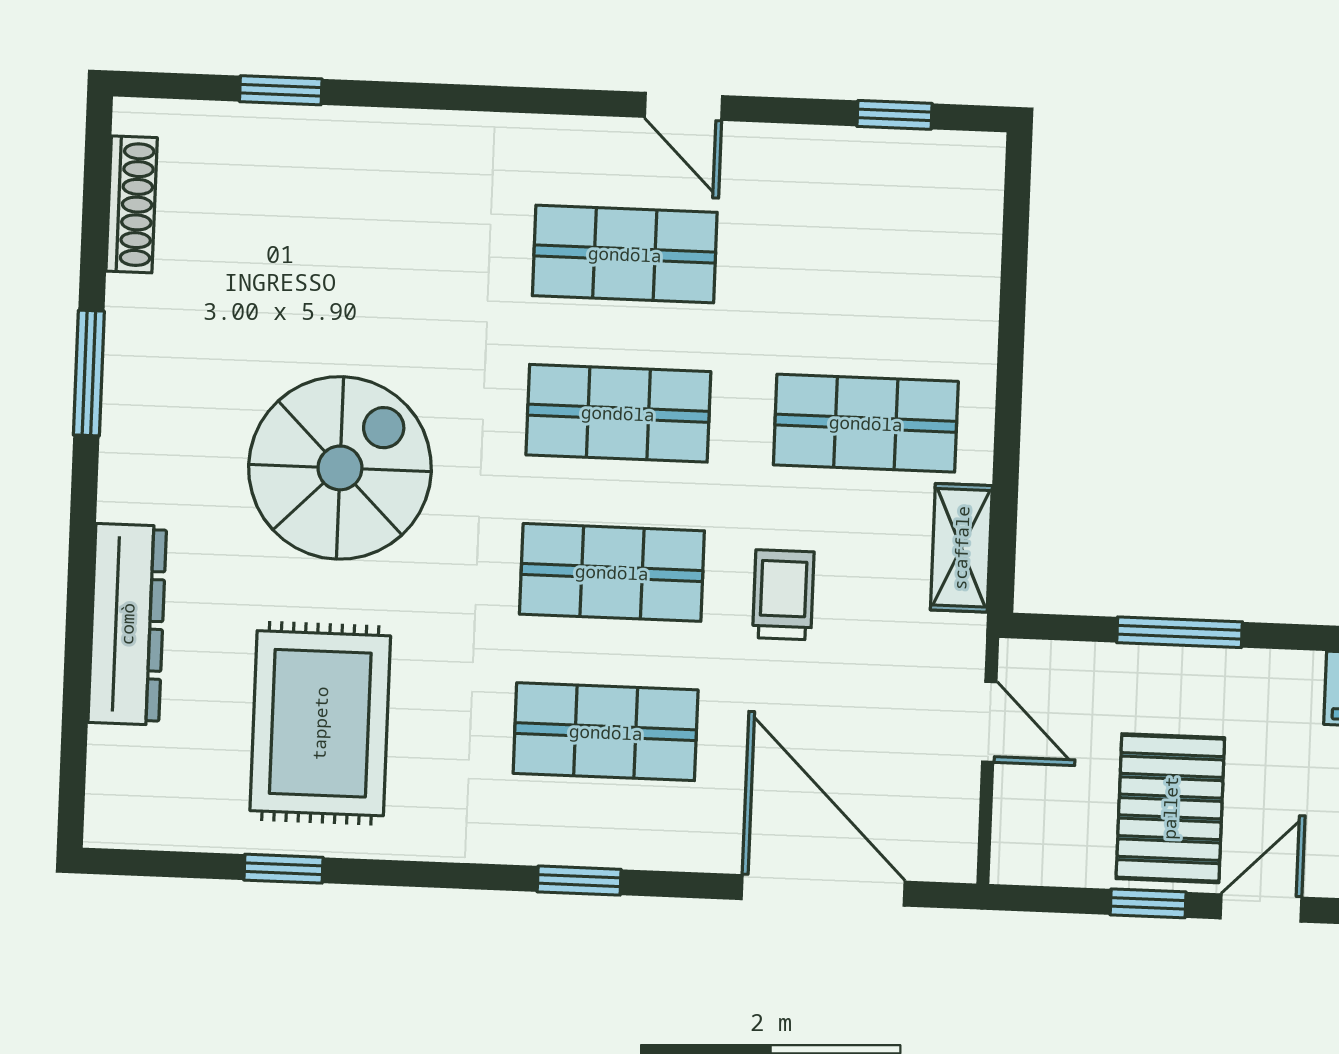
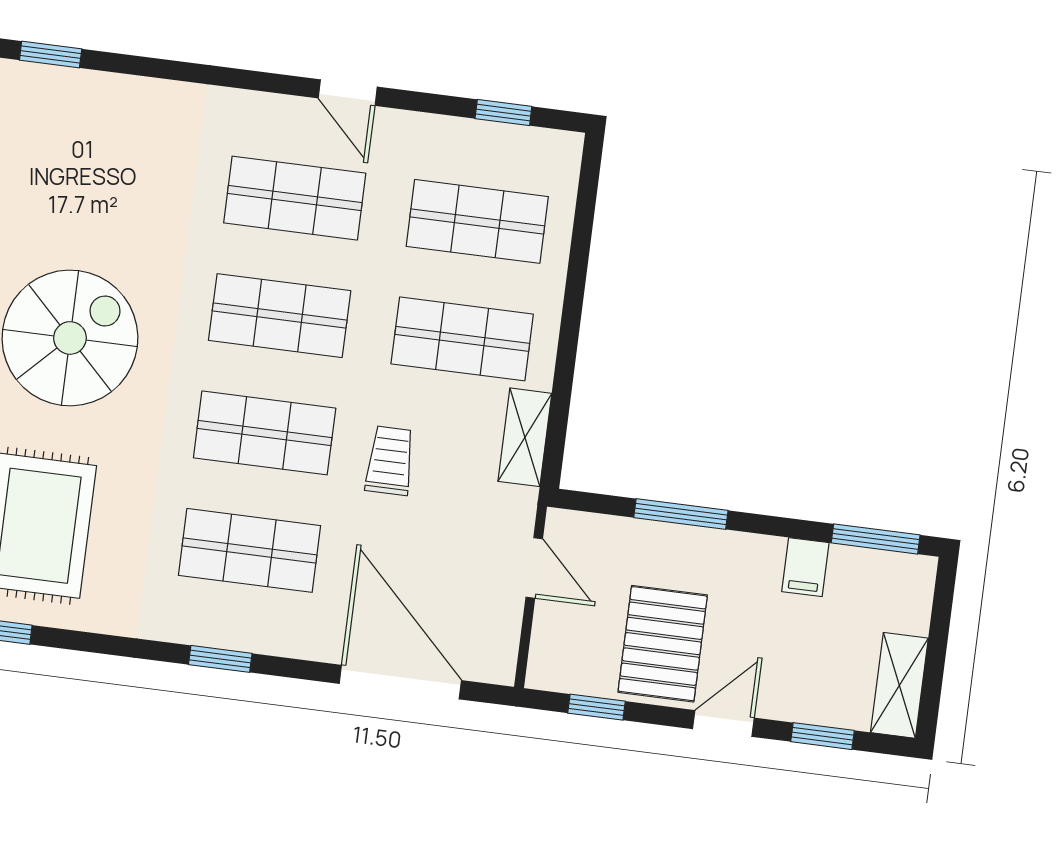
shop shelf: (872, 264) -> (477, 221), added
window: (1148, 903) -> (596, 707), moved

